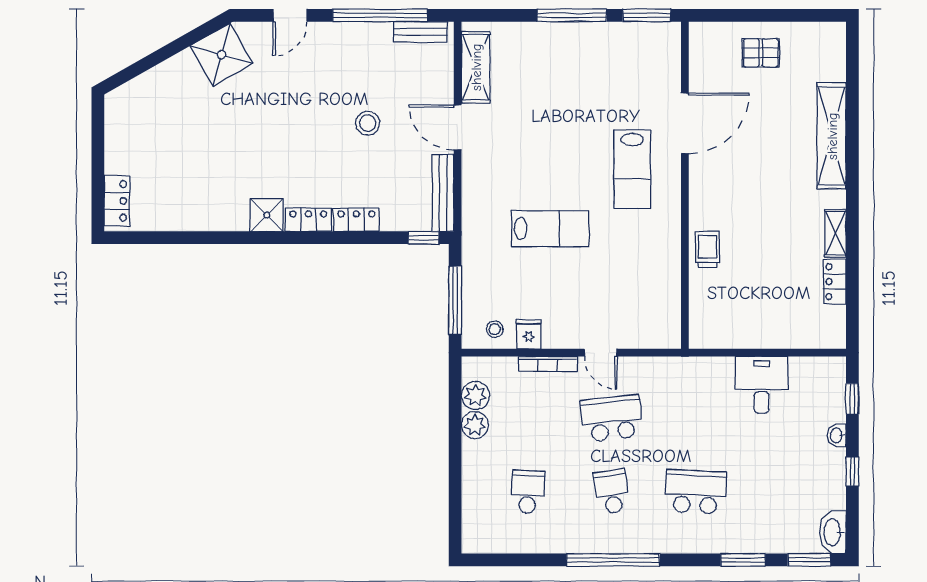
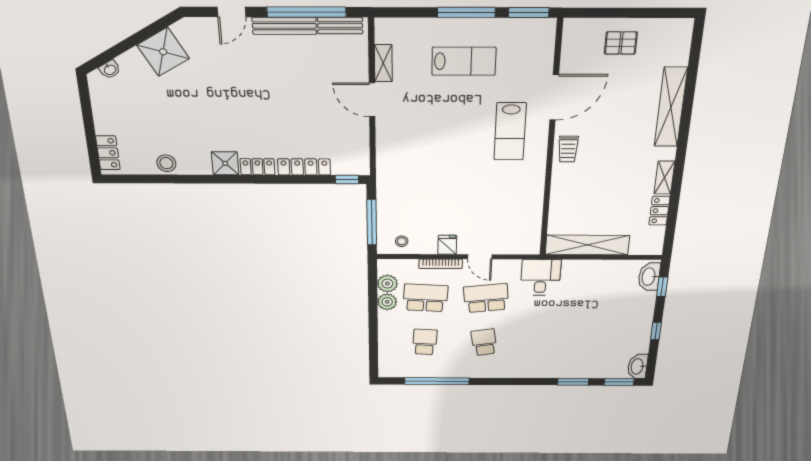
shower: (222, 55) -> (163, 52), moved
shelving: (476, 67) -> (383, 63), width x0.67, depth x0.75
washbasin: (134, 88) -> (110, 69), added
stool: (368, 123) -> (166, 163), moved
bench: (443, 193) -> (284, 26), moved, turned 90
locker: (356, 220) -> (304, 167), width x1.53
lab bench: (550, 229) -> (464, 61), moved
trolley: (707, 249) -> (568, 149), moved, turned 180
fridge: (529, 334) -> (447, 245), moved
shelving: (744, 334) -> (587, 245), added
desk: (762, 385) -> (541, 277), moved
washbasin: (837, 435) -> (649, 277), moved, width x1.91, depth x1.45
school desk: (696, 492) -> (425, 298), moved
window: (613, 560) -> (437, 381), moved

